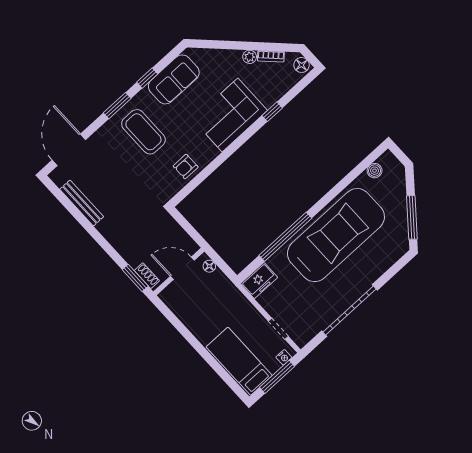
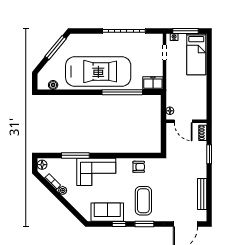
window: (272, 112) -> (75, 155), width x2.17
car: (336, 235) -> (98, 72), turned 180
window: (135, 278) -> (209, 154), moved

